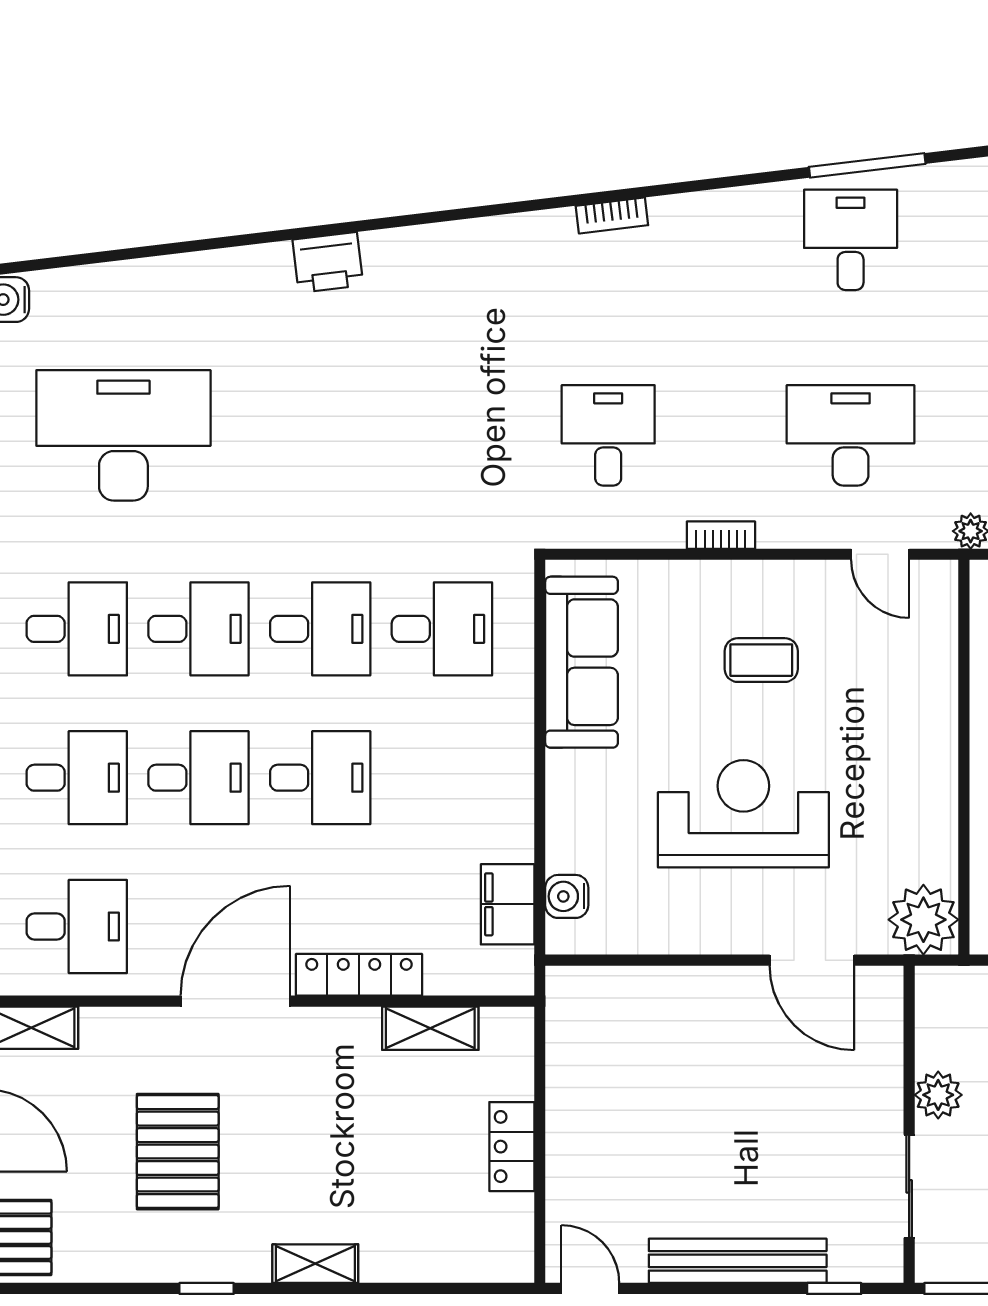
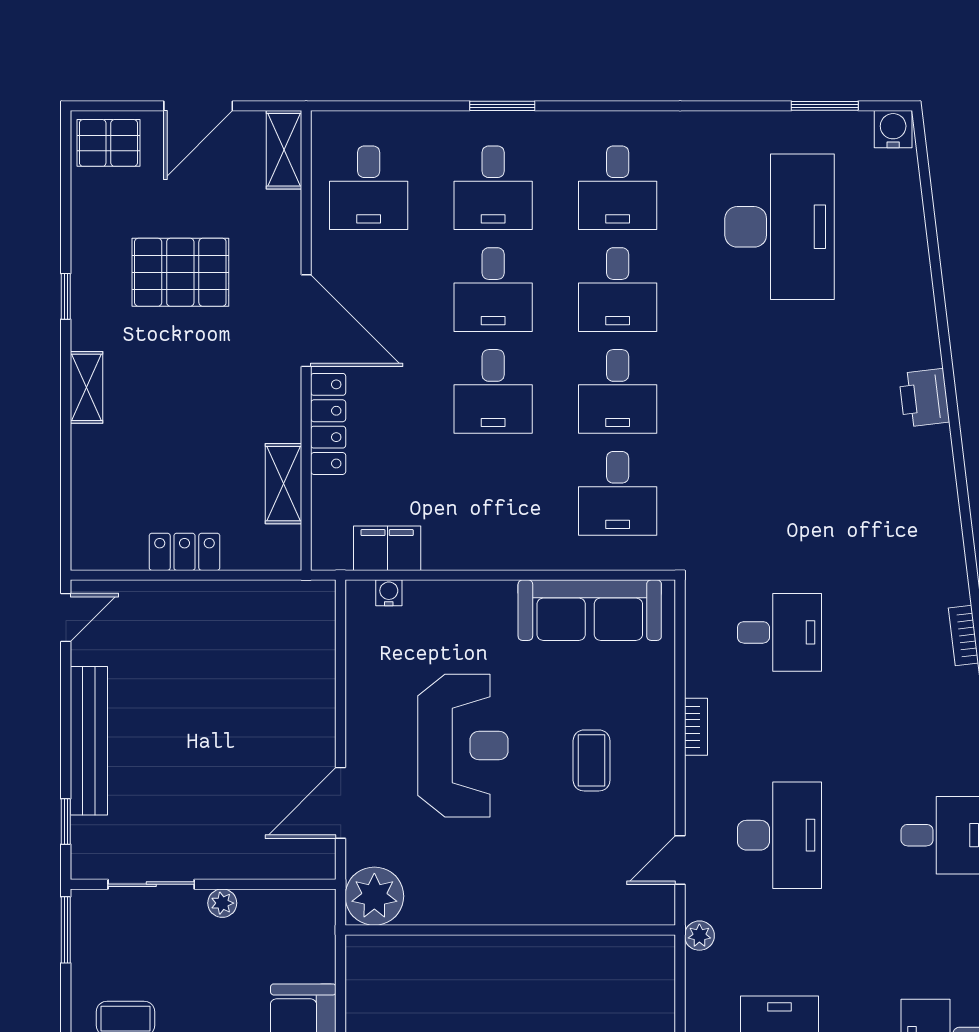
water cooler: (567, 896) -> (389, 593), width x0.72, depth x0.72
plant: (938, 1095) -> (222, 903), width x0.73, depth x0.73

